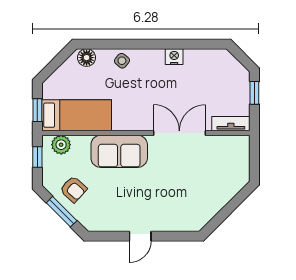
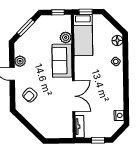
nightstand: (174, 57) -> (119, 115), moved
plant: (61, 145) -> (66, 37), moved
armchair: (73, 189) -> (30, 95), moved
plant: (119, 222) -> (20, 61), added

